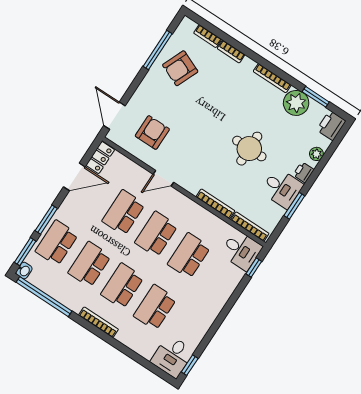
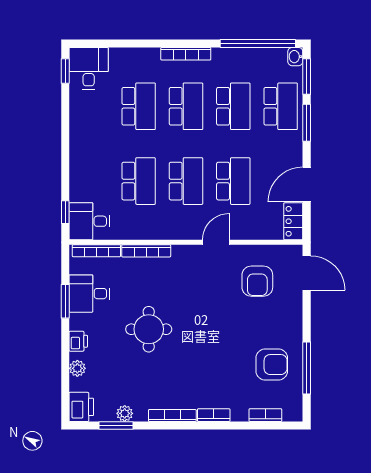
bookcase: (231, 52) -> (214, 415), moved
armchair: (180, 68) -> (272, 365), turned 67
plant: (296, 103) -> (125, 413), width x0.53, depth x0.53
desk: (282, 188) -> (89, 294), moved

